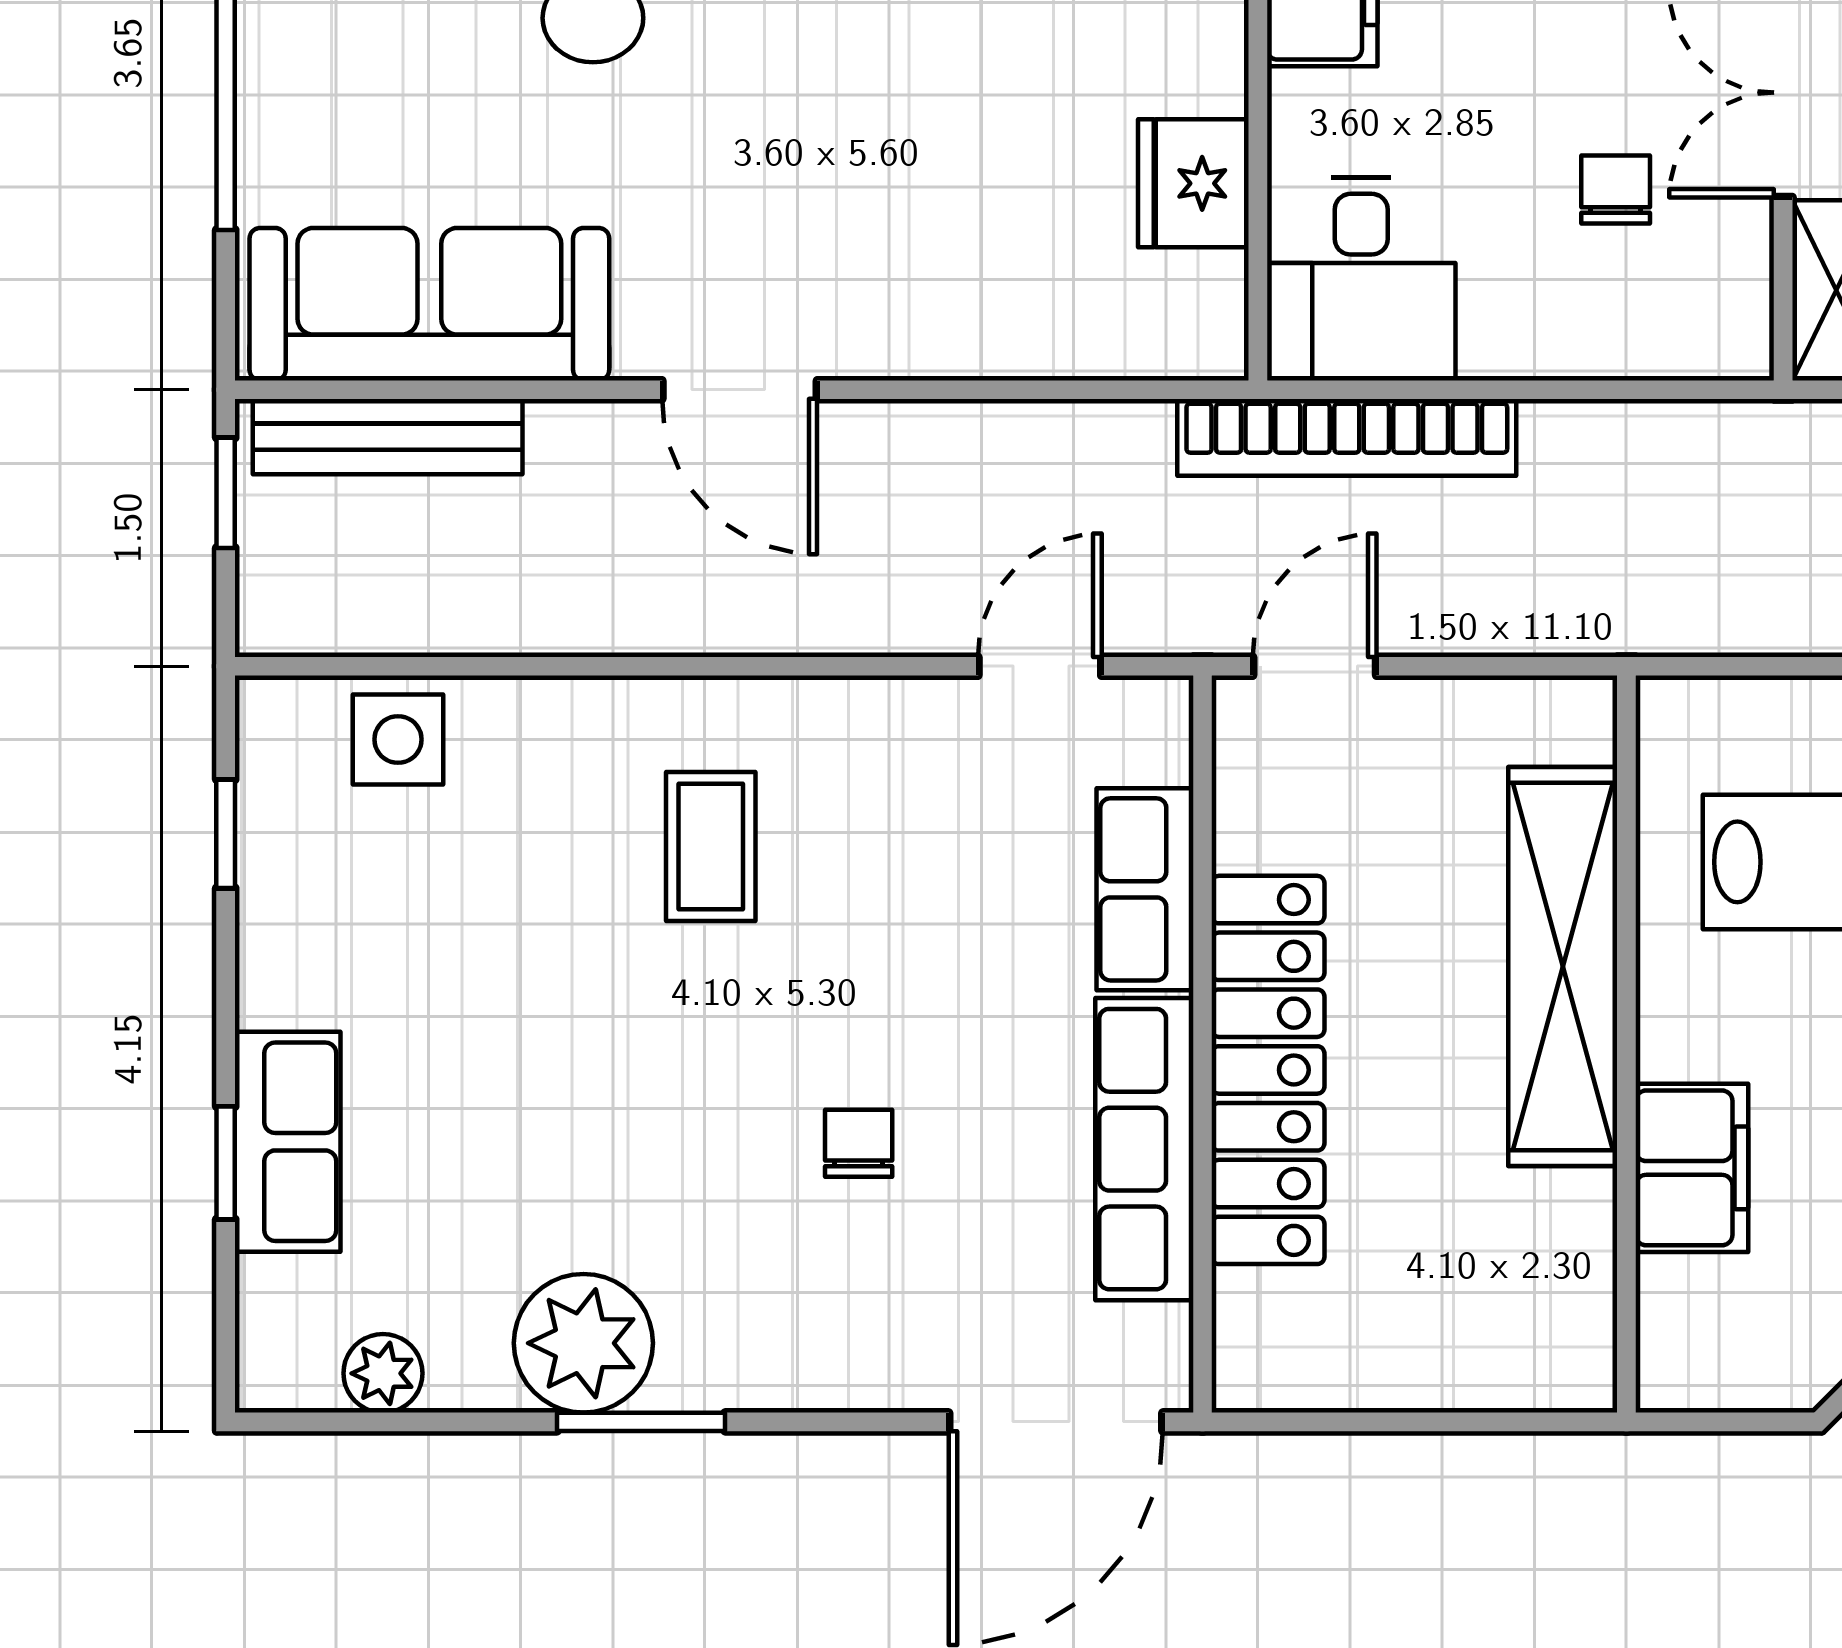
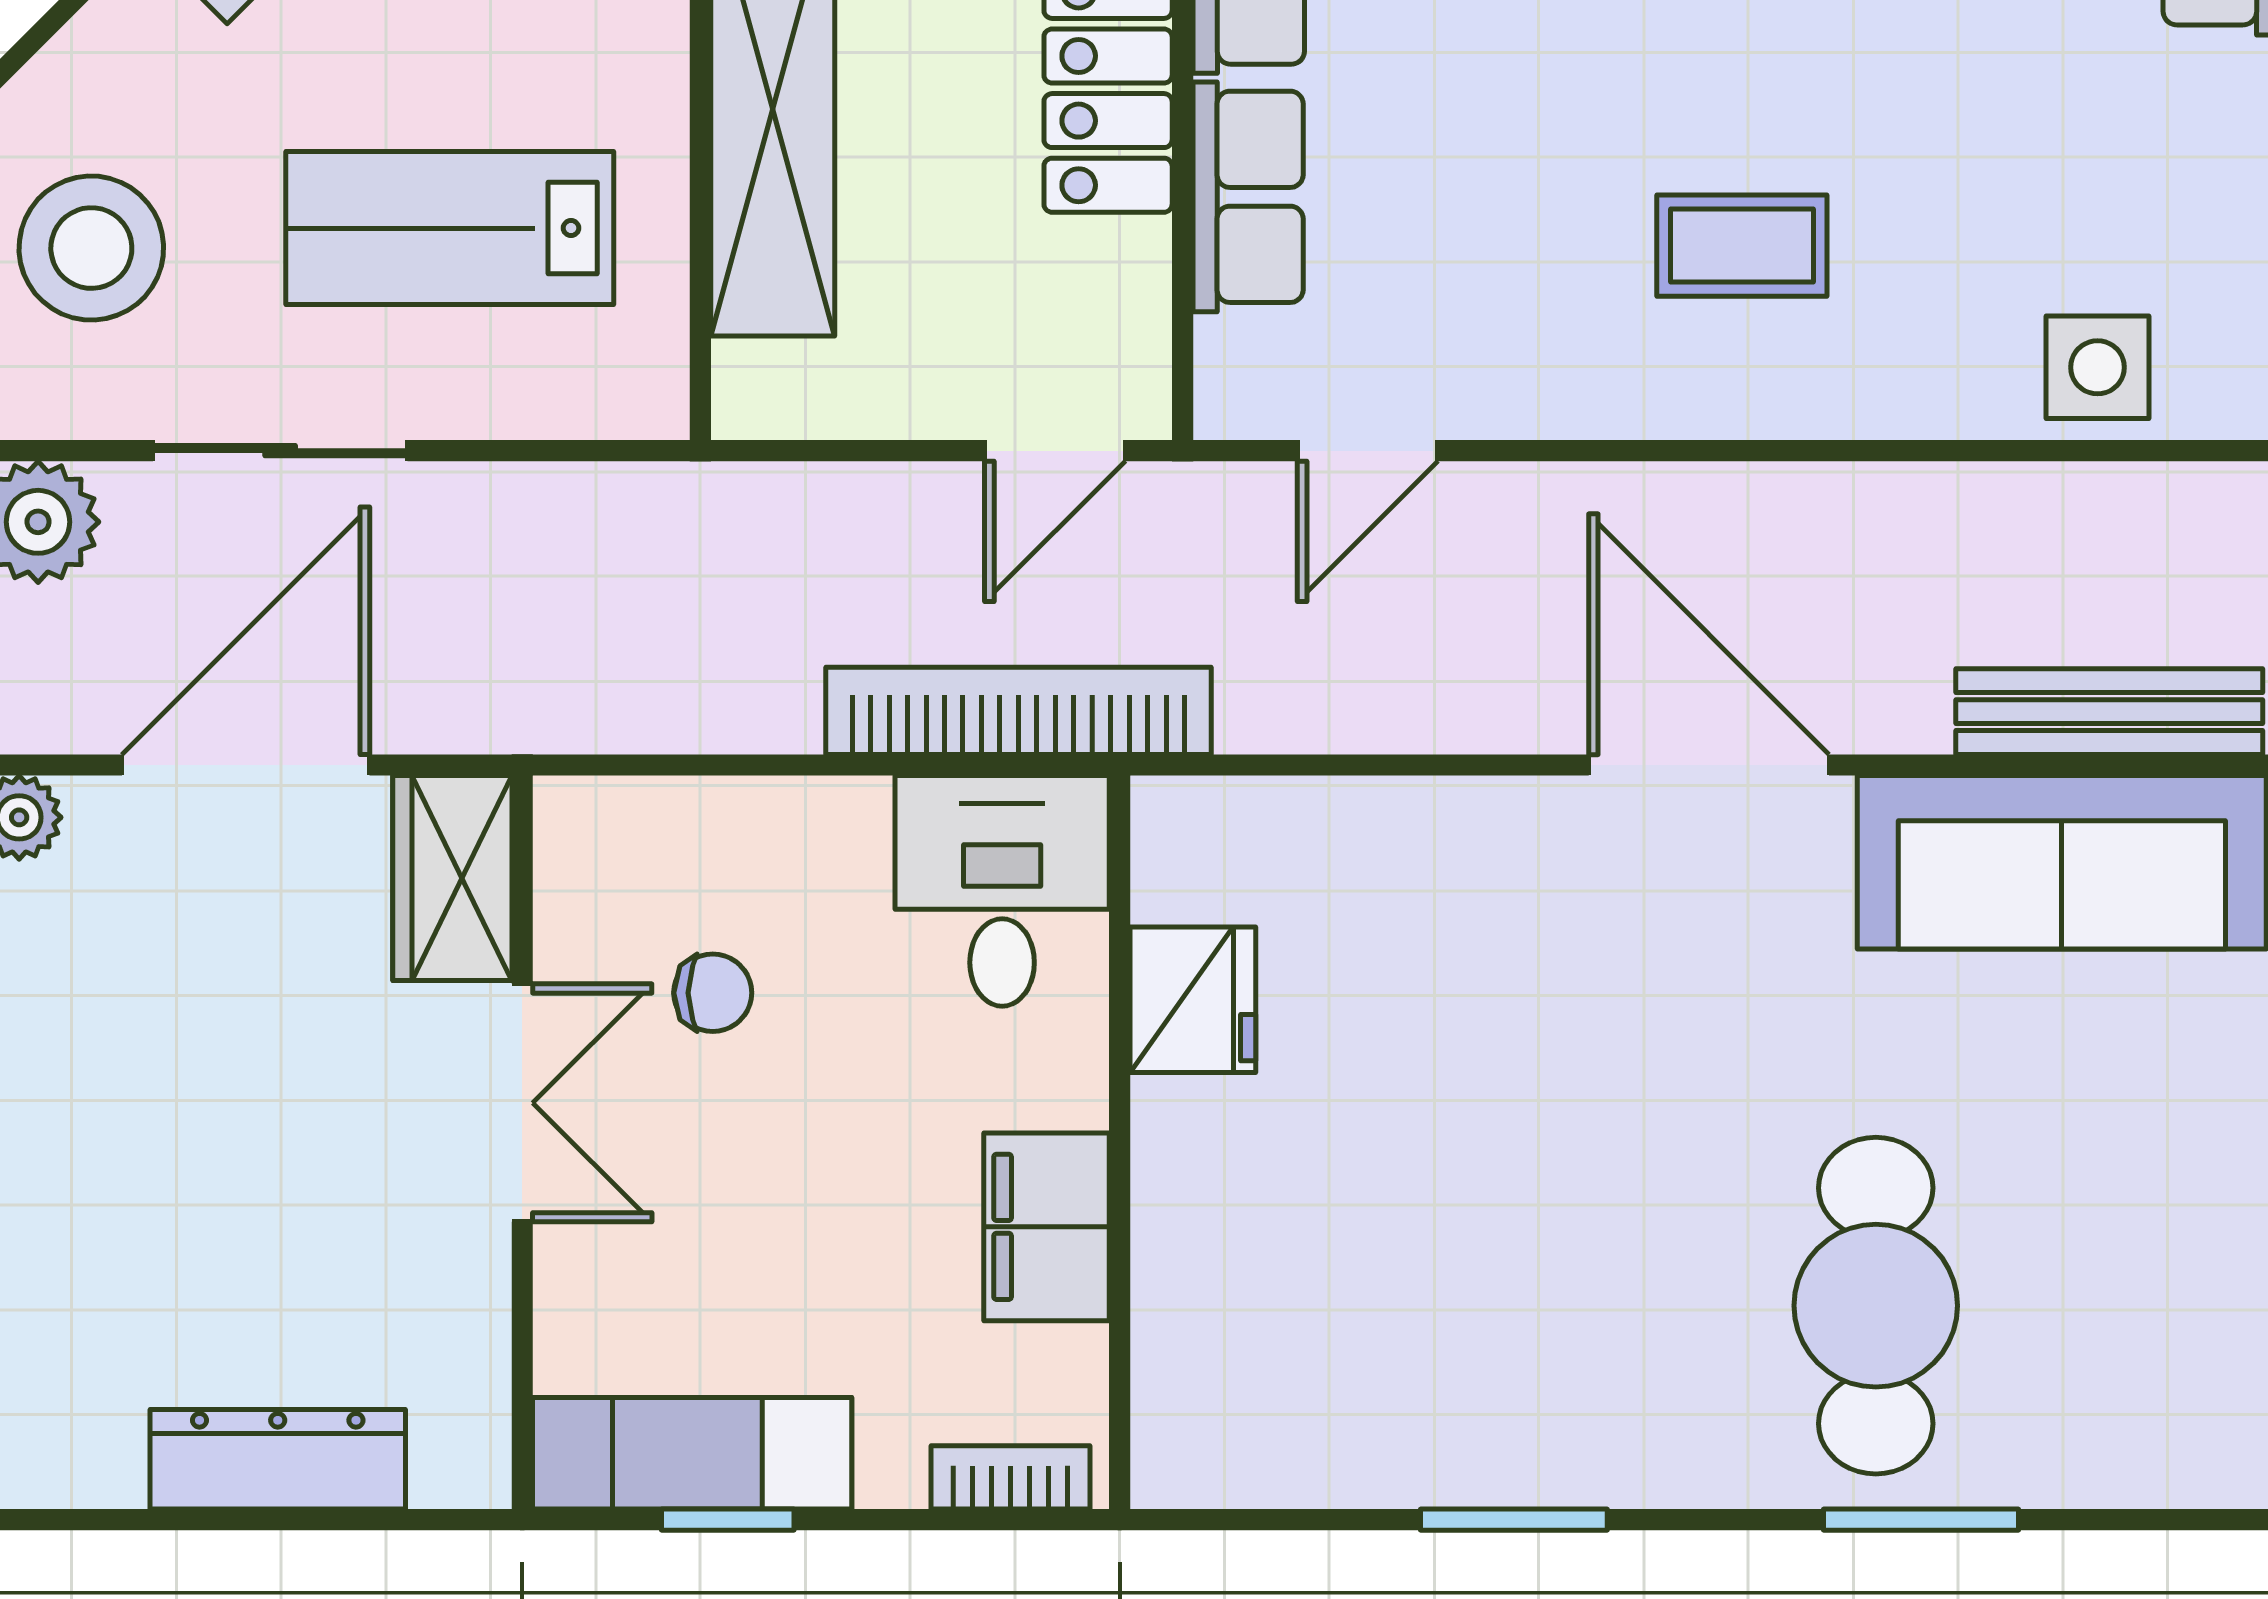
chair: (1616, 189) -> (713, 993), turned -90
door: (740, 390) -> (1709, 765), width x1.36
coffee table: (711, 846) -> (1742, 246), turned 90

